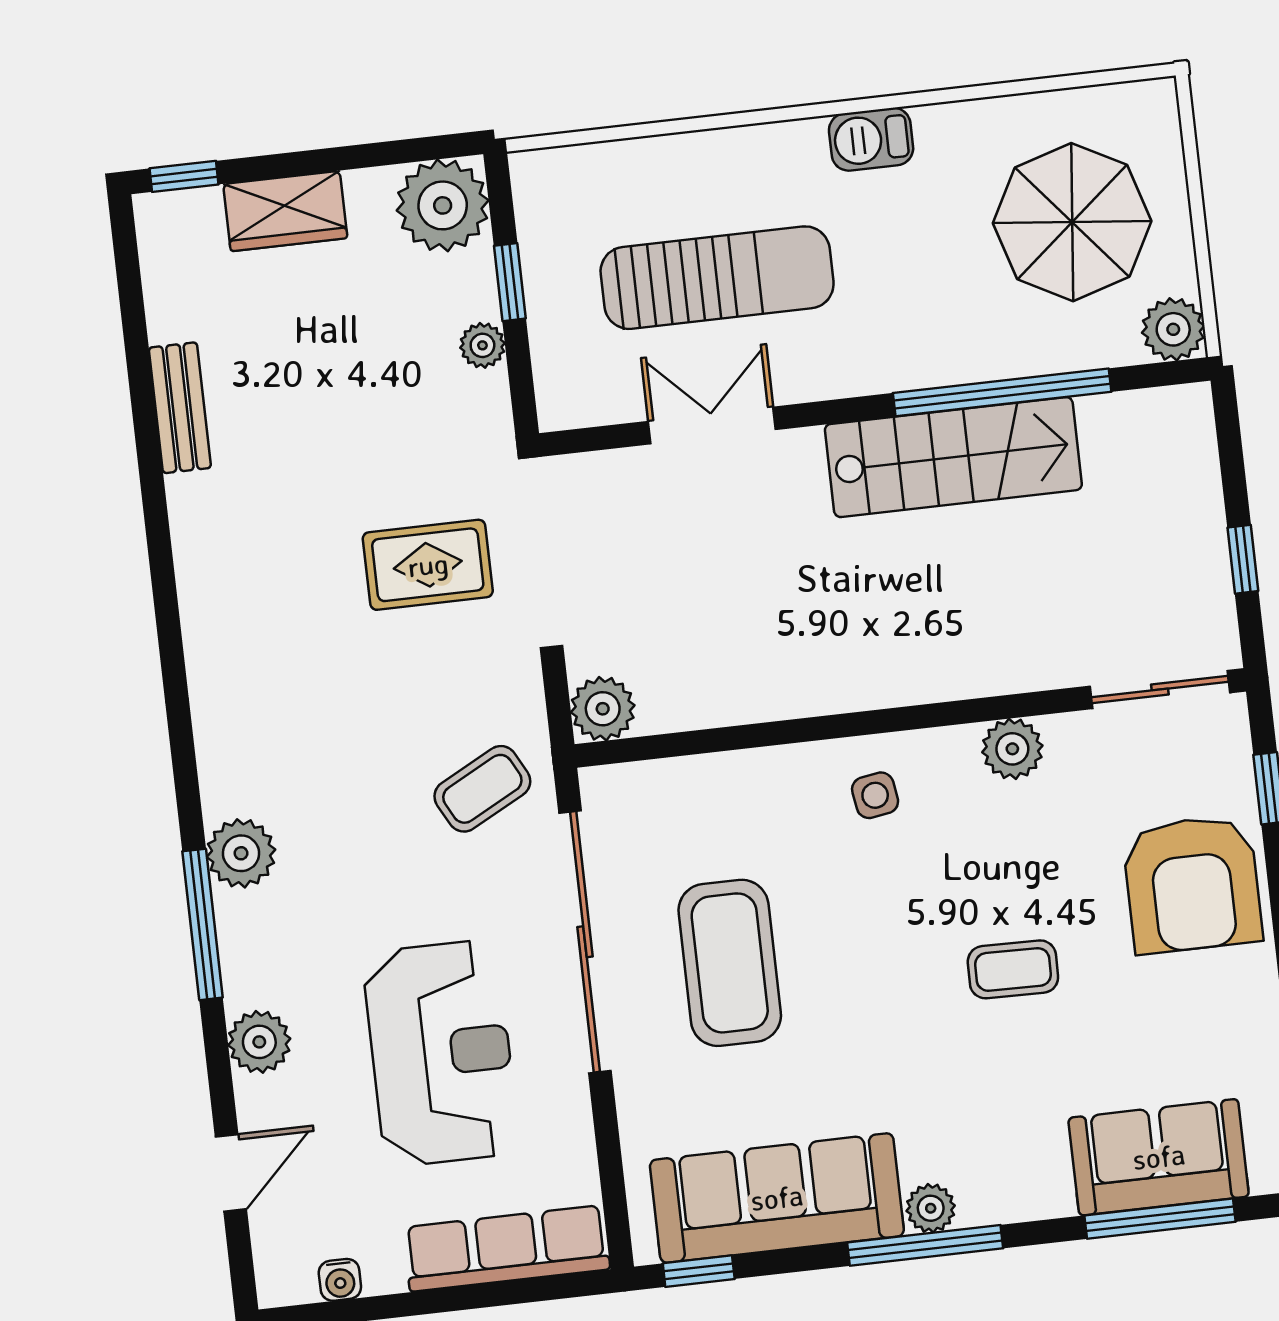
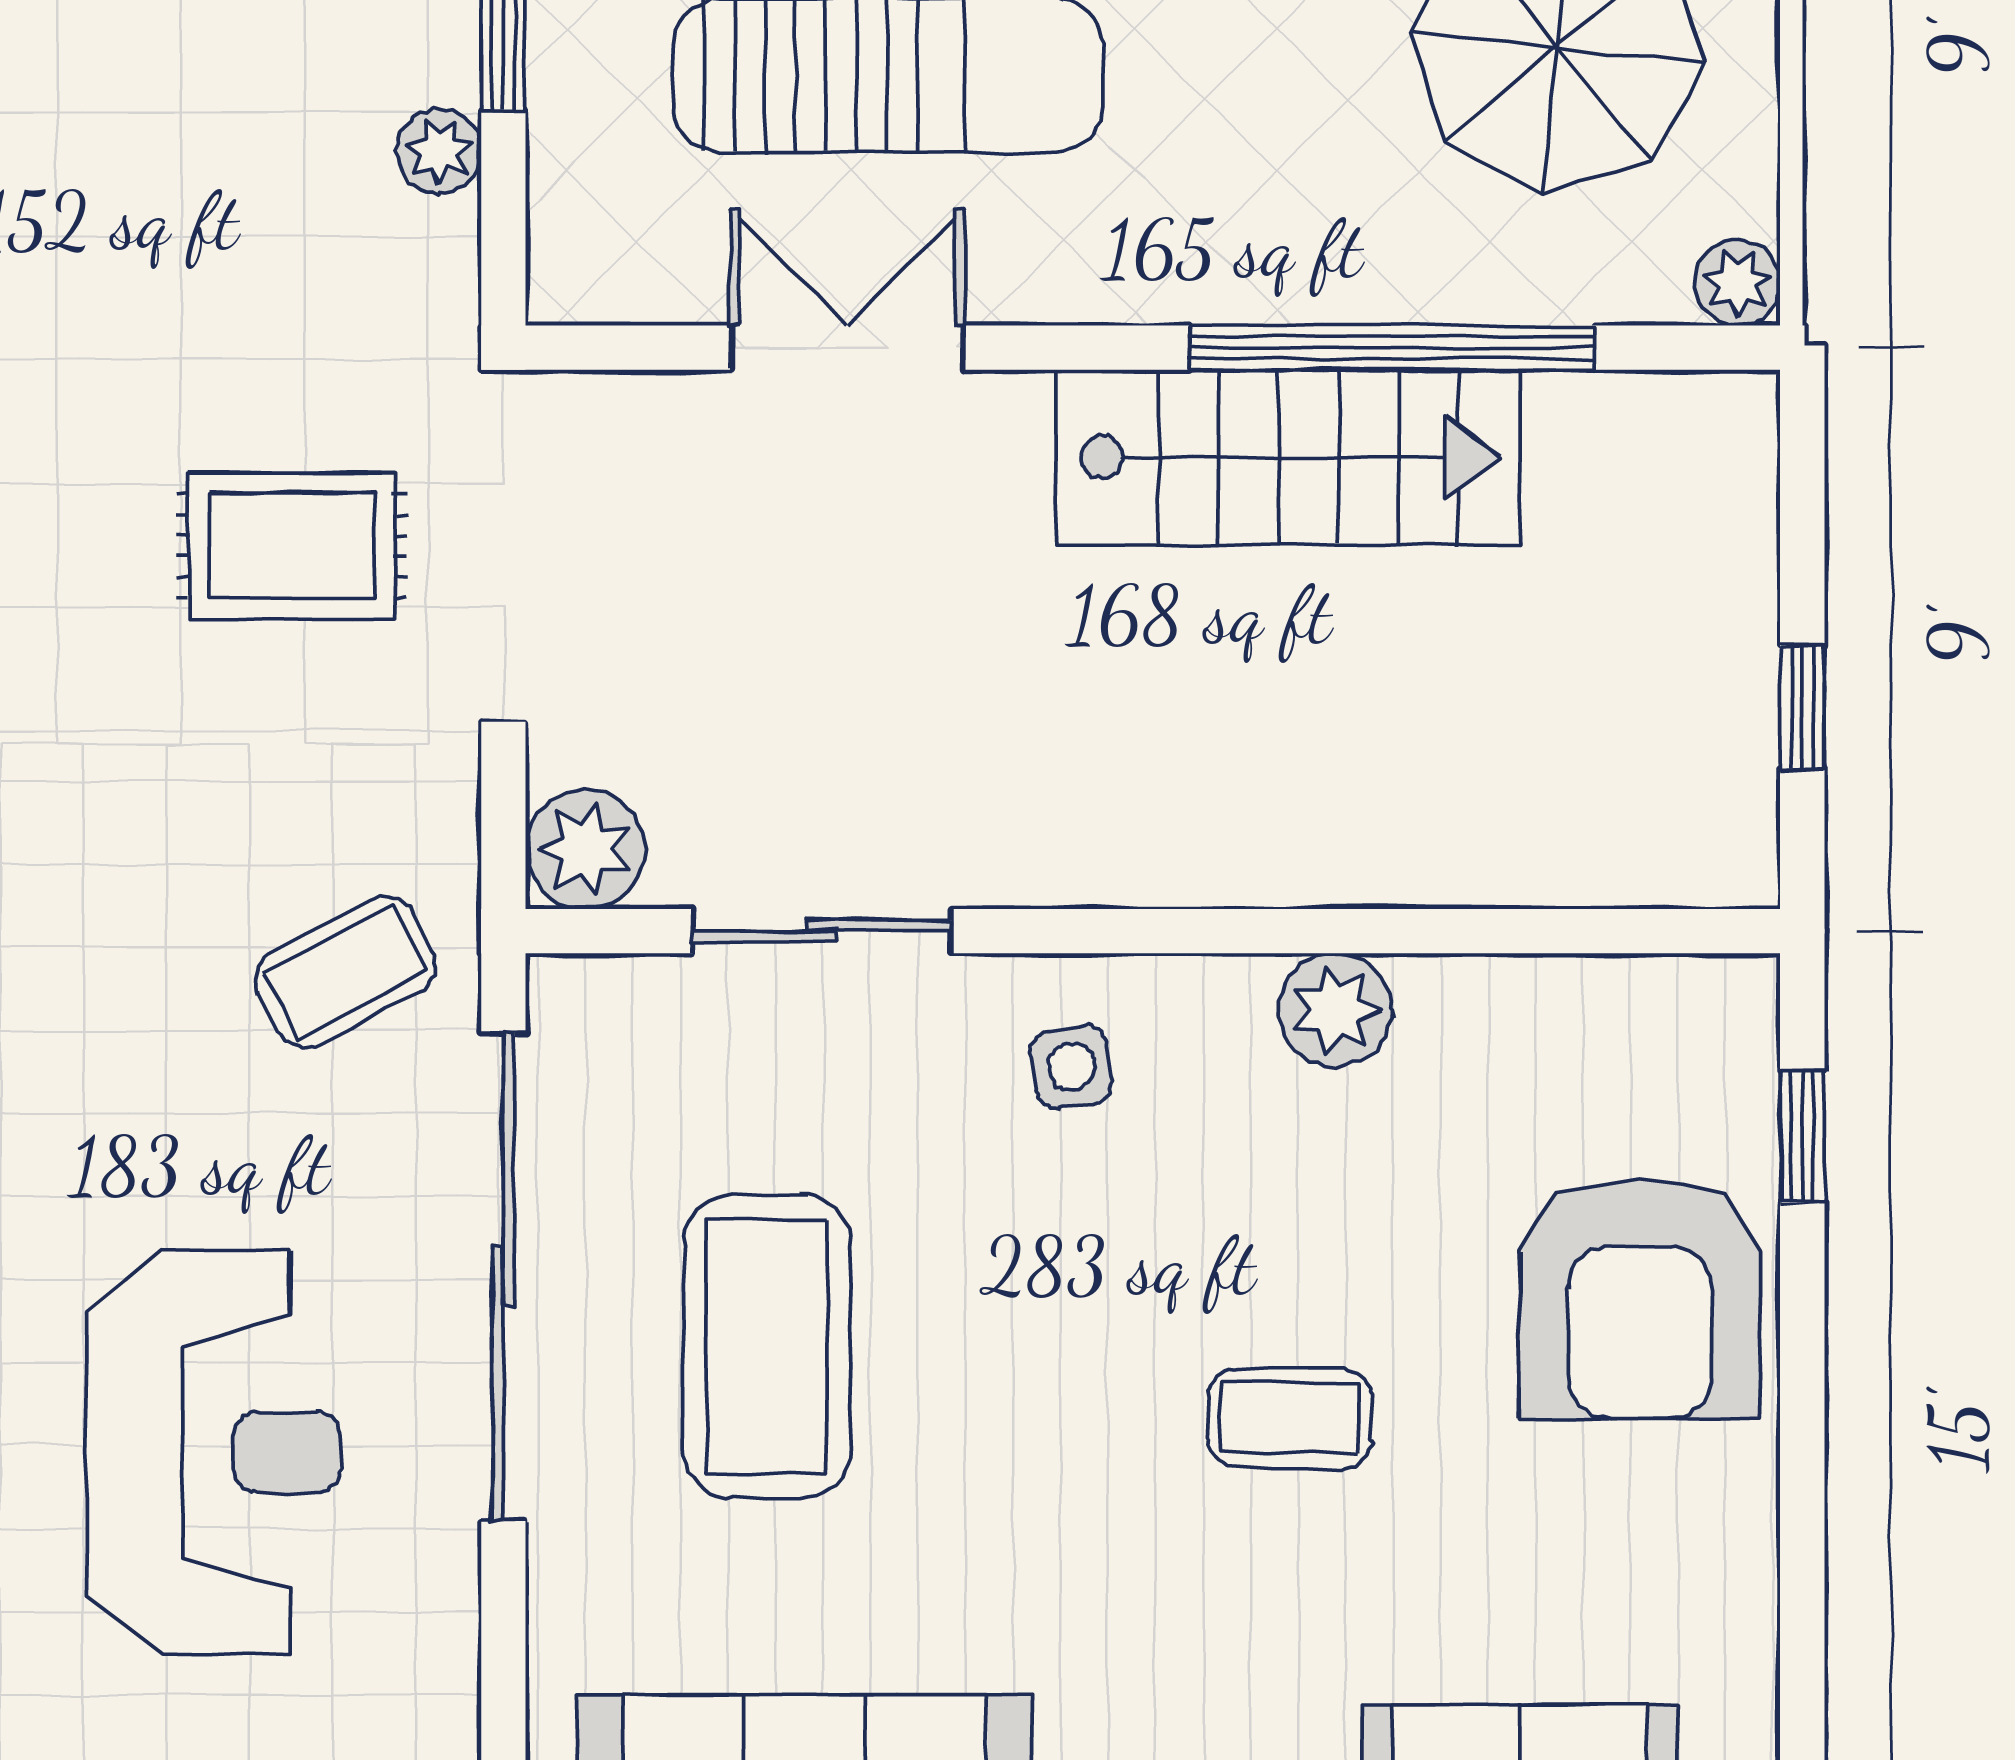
plant: (1173, 329) -> (1738, 283), width x0.73, depth x0.73
sliding door: (1160, 690) -> (822, 931), moved

